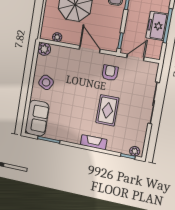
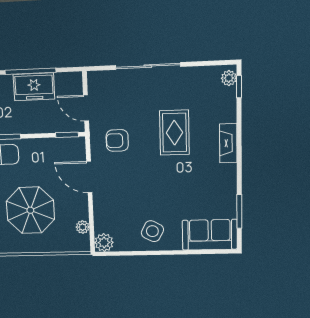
door: (90, 49) -> (89, 177), hinge flipped
rug: (107, 110) -> (174, 133), turned 90

